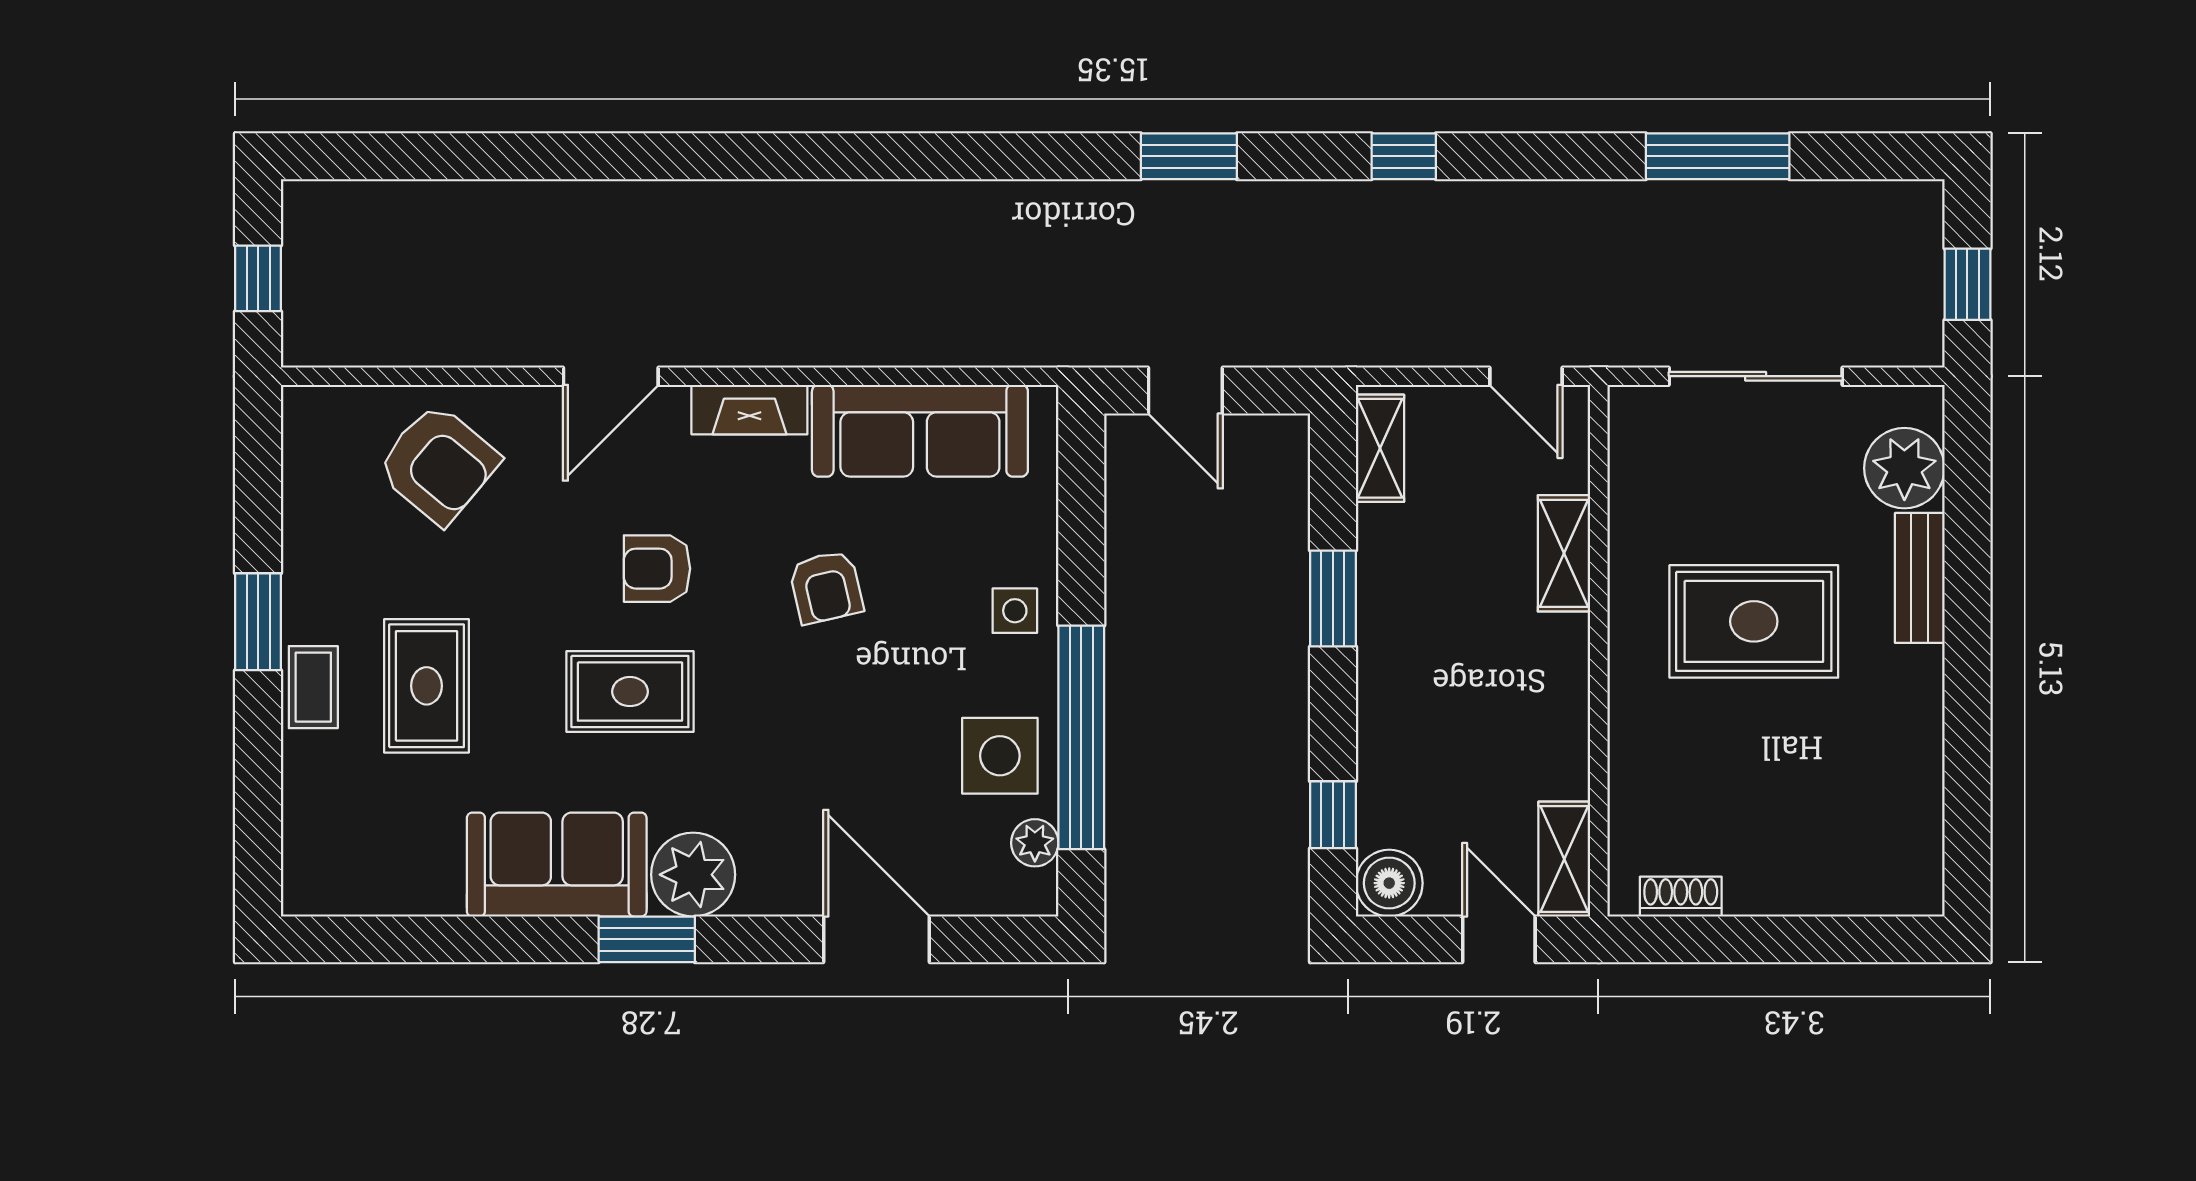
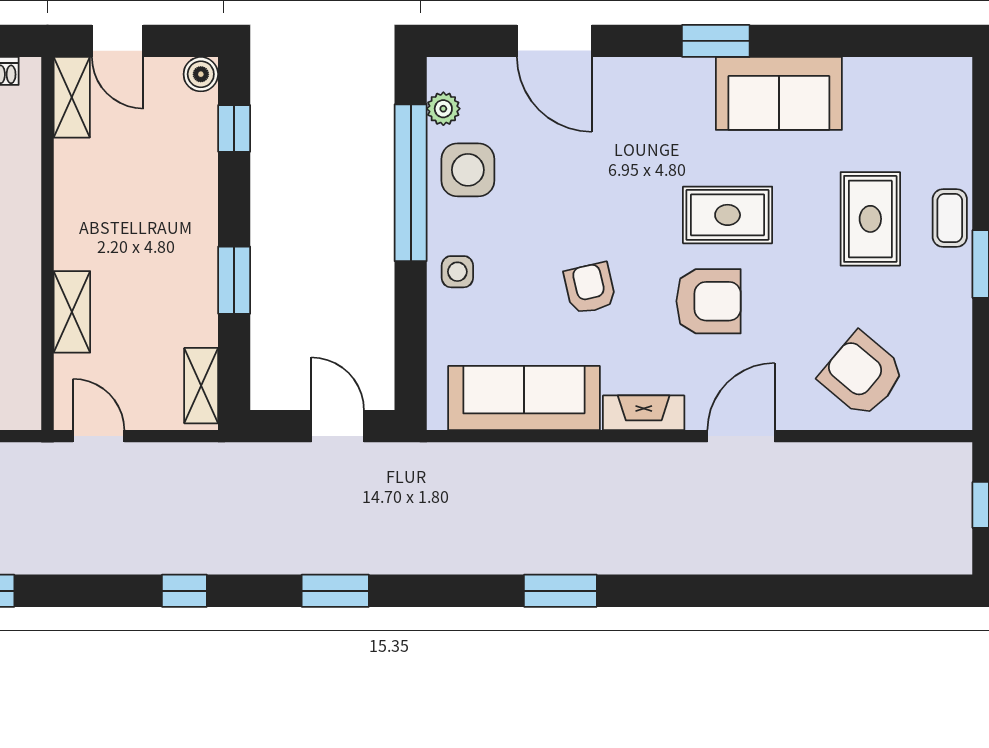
window: (868, 156) -> (560, 591), added
armchair: (657, 569) -> (709, 301), width x1.38, depth x1.38
plant: (693, 875) -> (683, 86), removed
boiler: (1389, 883) -> (201, 74), width x0.73, depth x0.73

